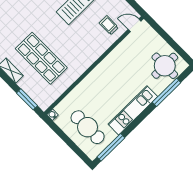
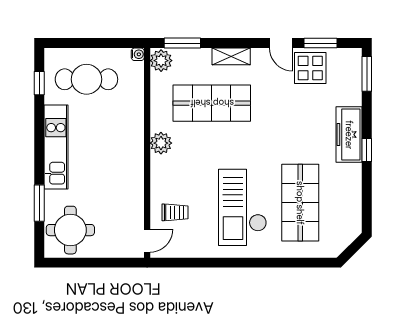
plant: (83, 63) -> (161, 143), added
window: (167, 92) -> (39, 203), width x0.69
plant: (45, 101) -> (161, 61), added
window: (111, 147) -> (39, 83), width x0.46

